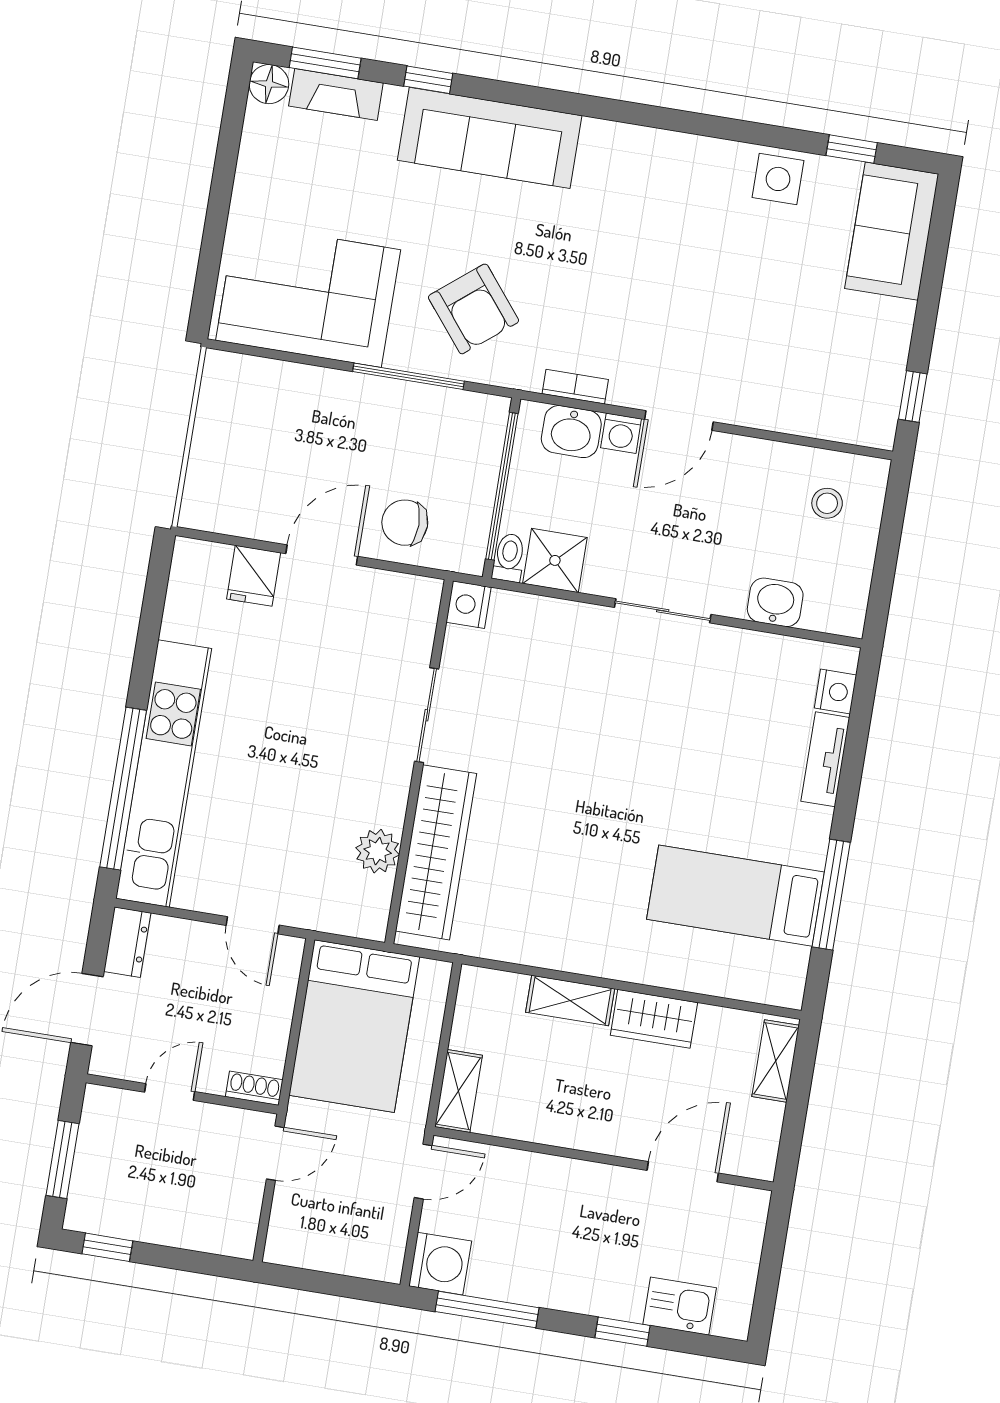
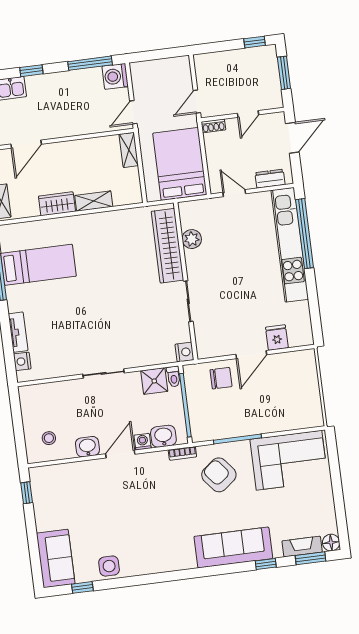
bookcase: (575, 387) -> (182, 453), moved
washbasin: (775, 602) -> (87, 447), moved, turned 180
dresser: (127, 942) -> (270, 179), moved, turned 90

